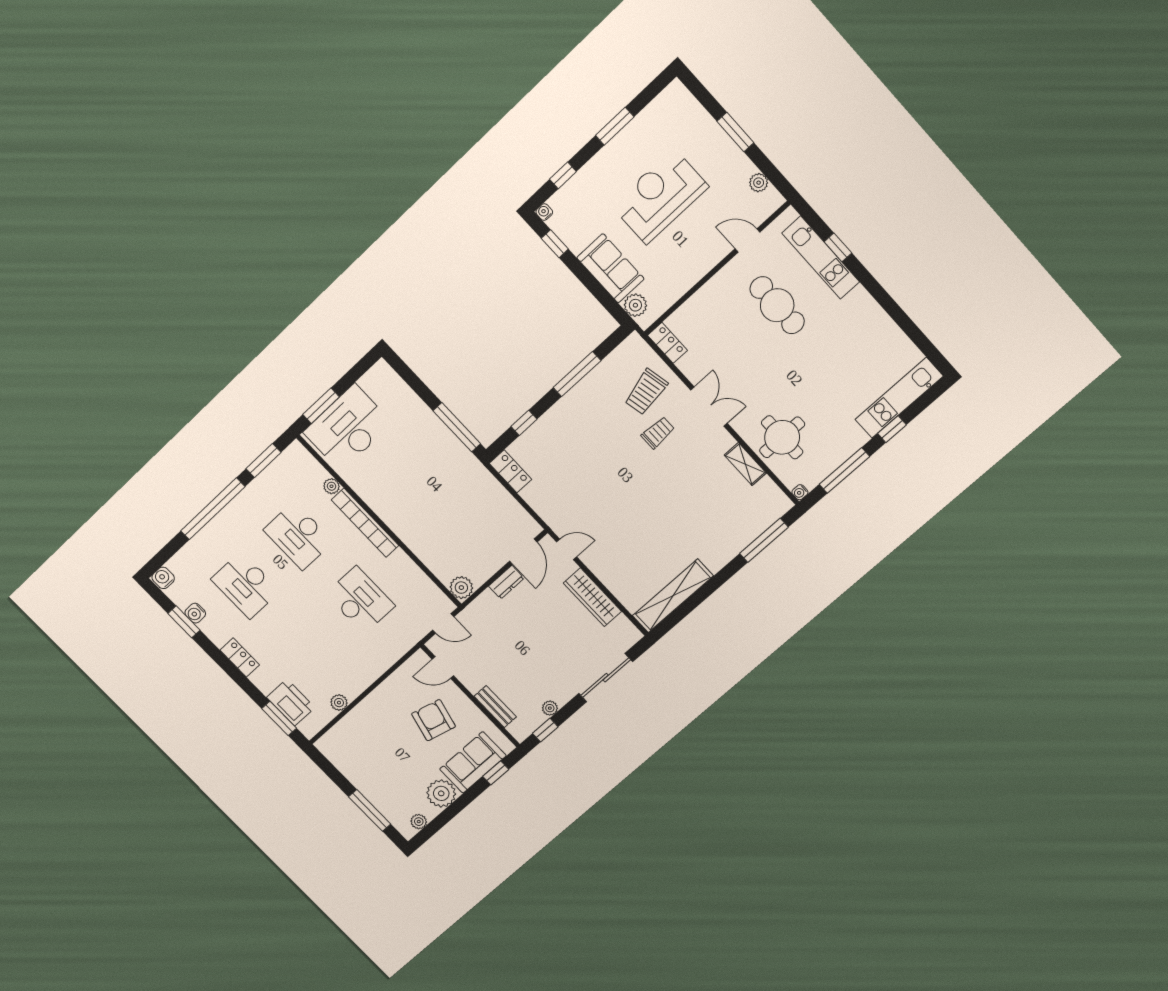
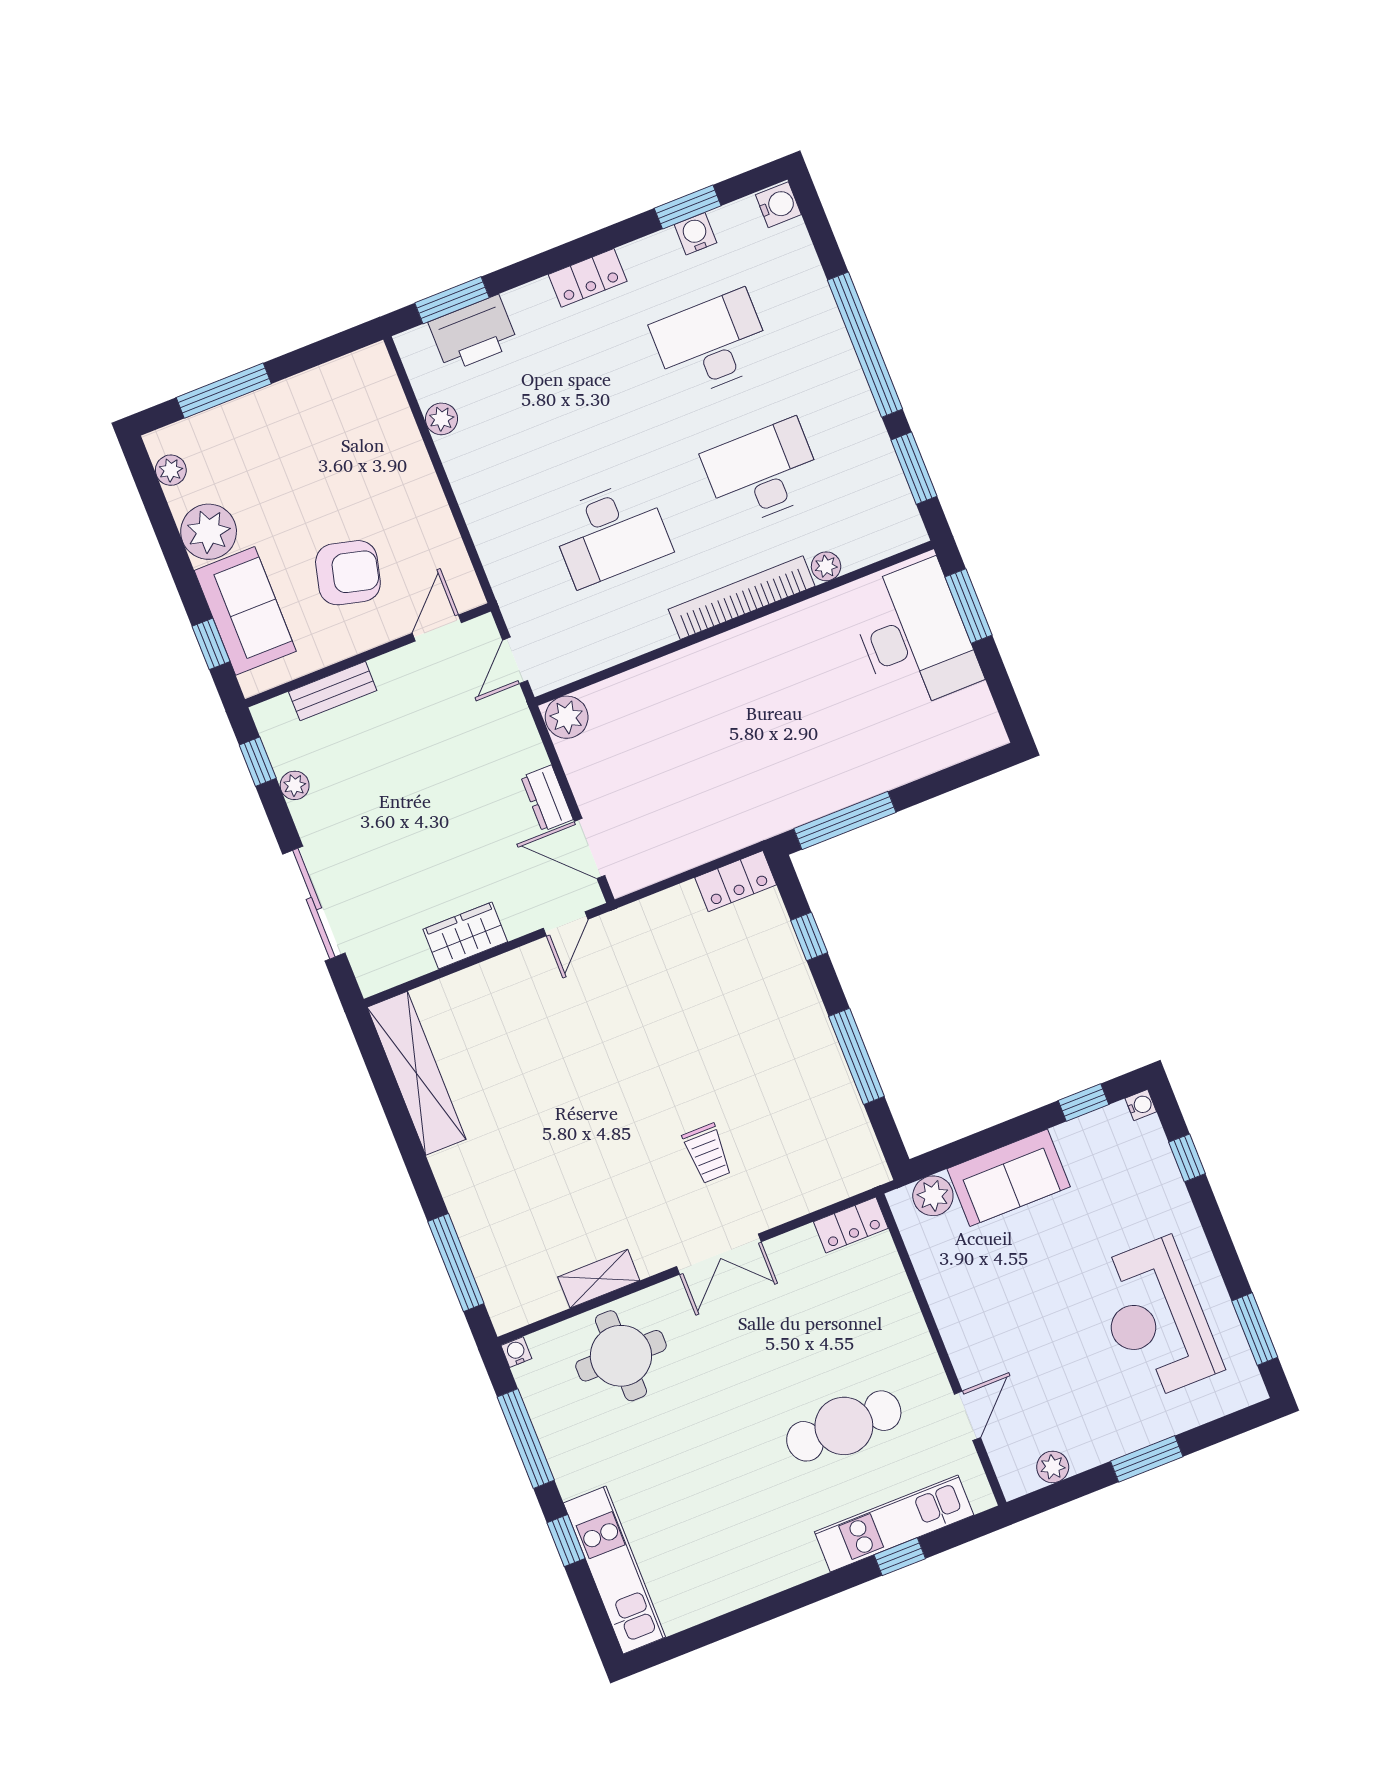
window: (615, 126) -> (1255, 1329), moved
reception desk: (660, 196) -> (1156, 1319), moved, turned 180
trolley: (646, 392) -> (783, 1159), removed
wardrobe: (592, 597) -> (465, 935), width x0.67

